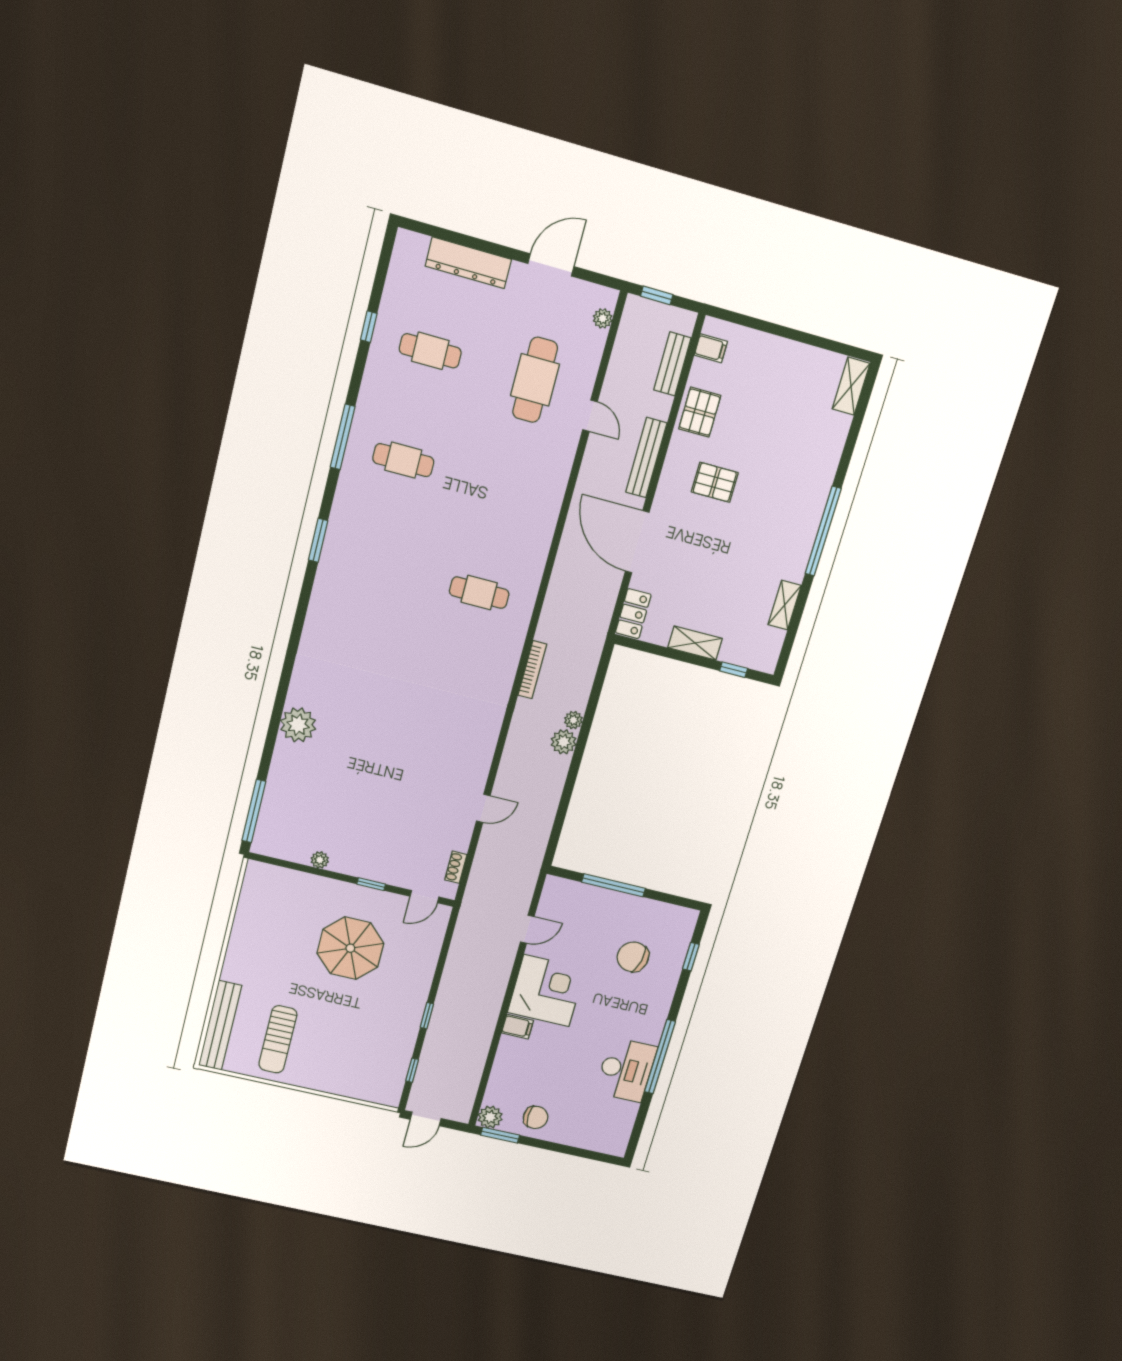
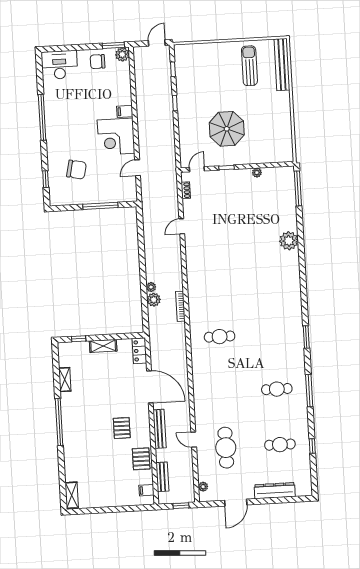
pallet: (715, 482) -> (122, 428), turned 90
plant: (564, 742) -> (154, 300), moved
desk: (626, 1070) -> (59, 65), moved, turned 90

